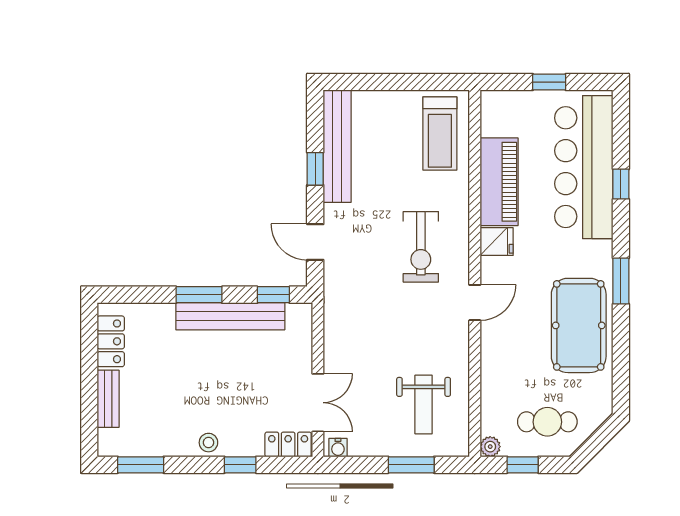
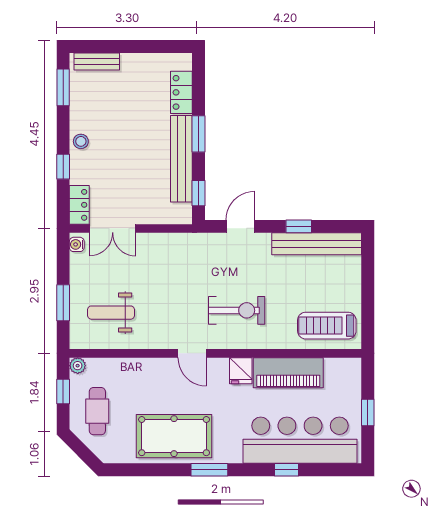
exercise bike: (421, 247) -> (237, 310), turned 180
locker: (111, 341) -> (181, 92), moved, turned 90
bench: (108, 399) -> (97, 62), moved

